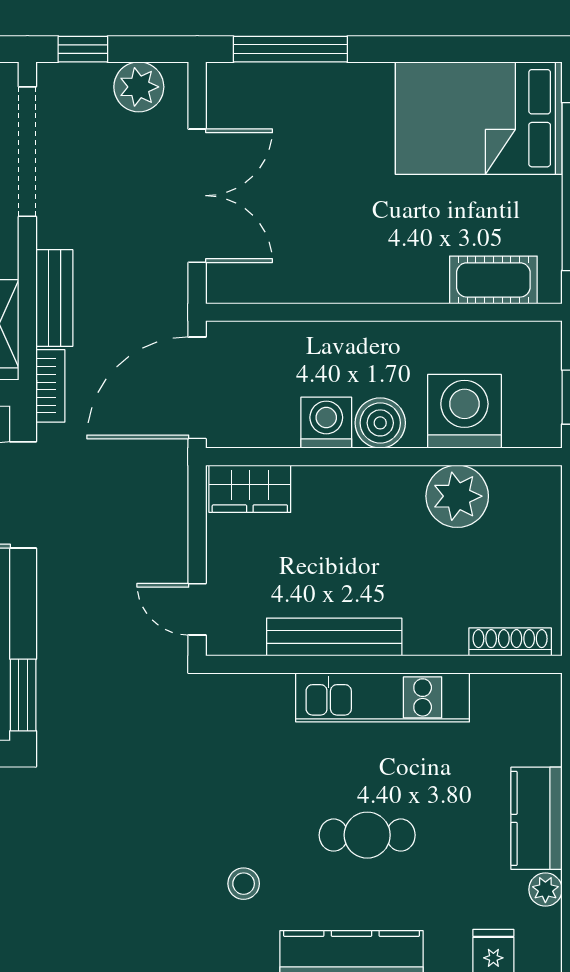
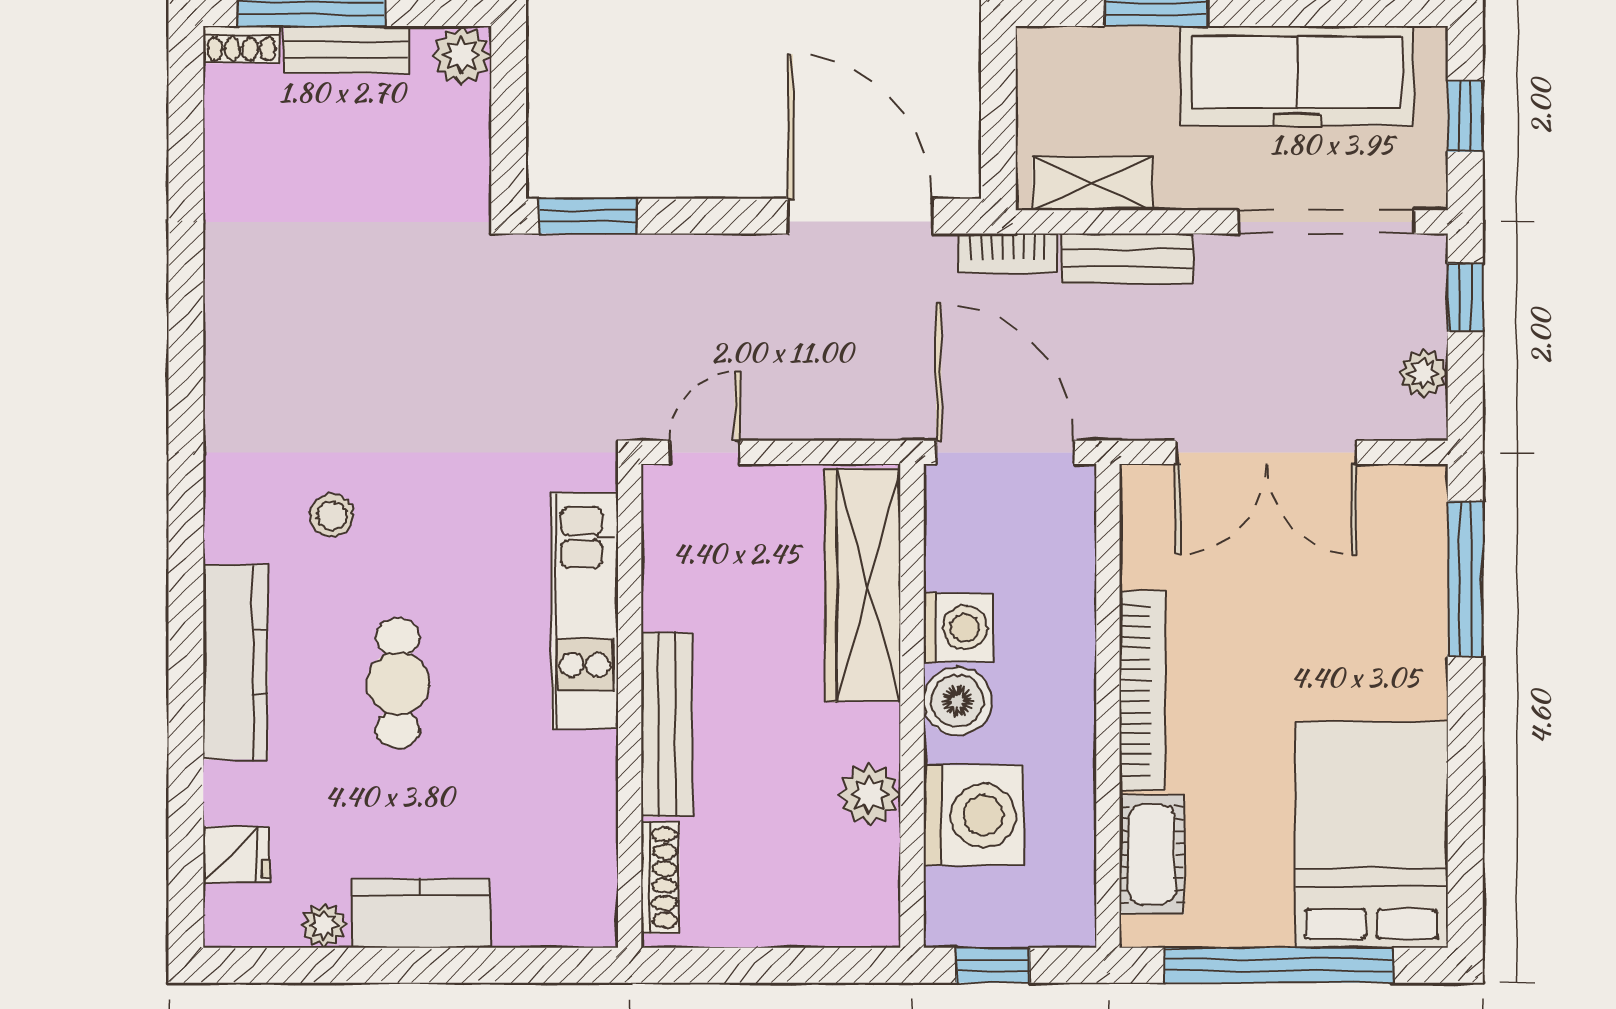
plant: (139, 87) -> (1423, 373), width x0.73, depth x0.73
bookcase: (373, 287) -> (1142, 691), added
wardrobe: (250, 489) -> (863, 585), width x2.10, depth x1.17
plant: (457, 496) -> (869, 794), width x0.73, depth x0.73
bench: (334, 637) -> (667, 725), moved
kitchen unit: (383, 697) -> (585, 610), moved

